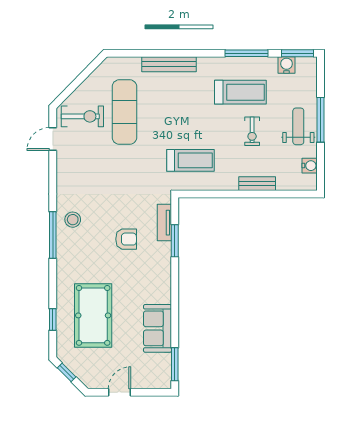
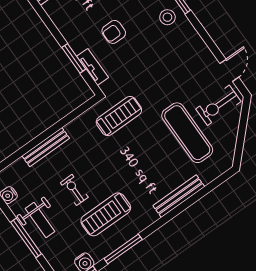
treadmill: (191, 160) -> (119, 116), moved, turned 180
bench: (257, 184) -> (46, 147), width x1.36

